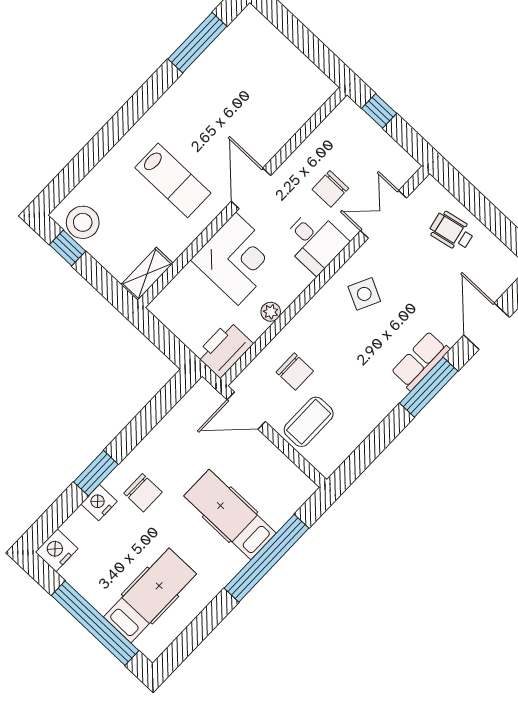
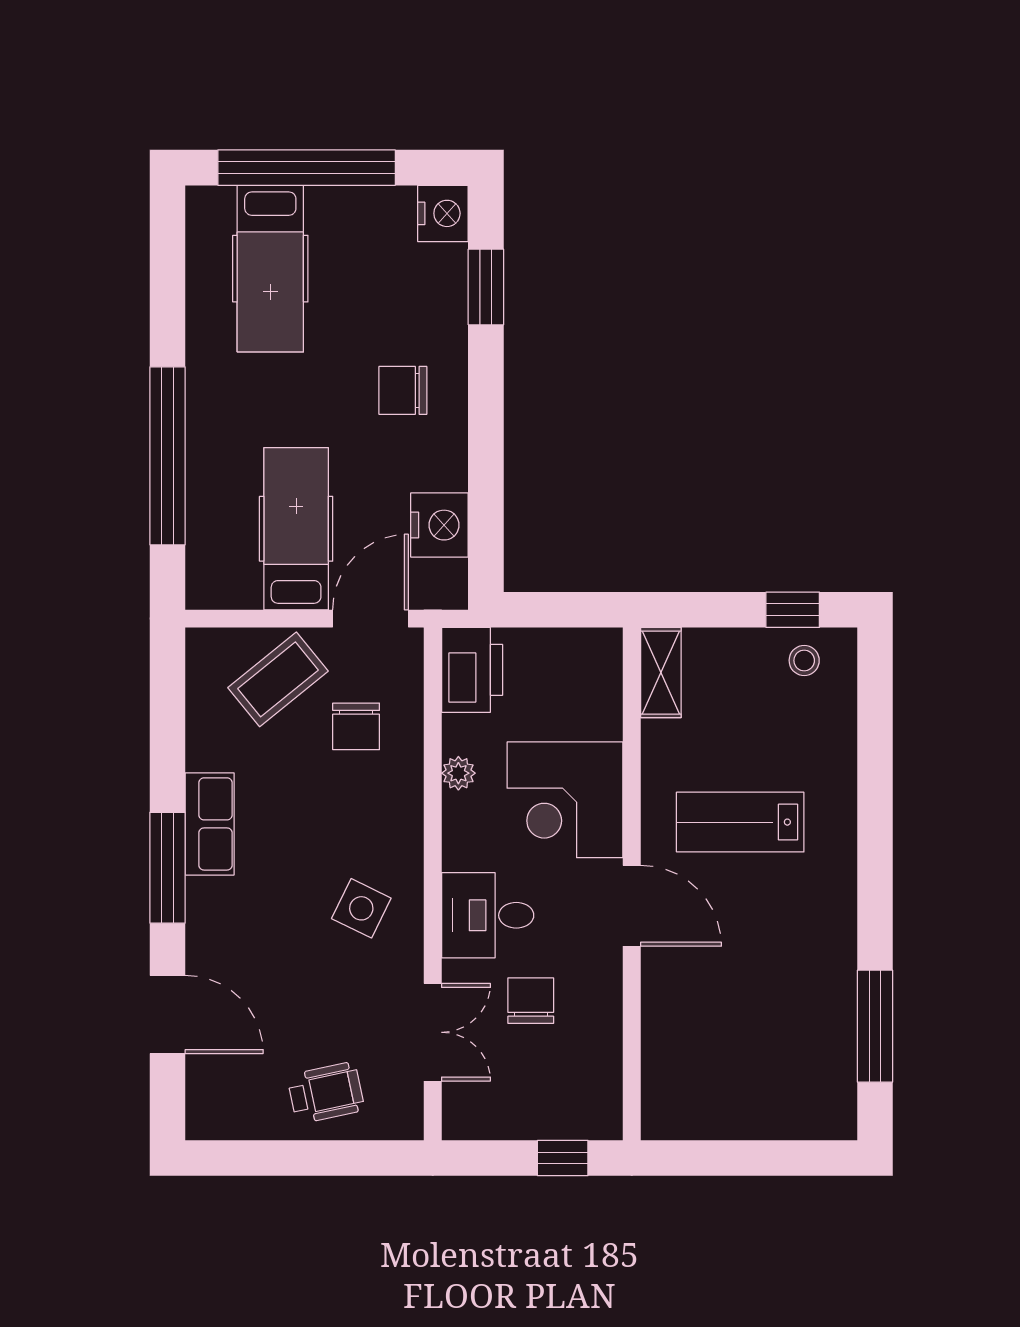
stool: (83, 222) -> (804, 660), width x0.53, depth x0.53
row of seats: (420, 361) -> (210, 824), moved
chair: (295, 372) -> (356, 726), turned -90
coffee table: (309, 422) -> (278, 679), turned 51
window: (96, 473) -> (486, 287), moved
nightstand: (99, 503) -> (439, 525), moved, width x1.36, depth x1.33
hospital bed: (230, 515) -> (296, 529), moved, turned -90

